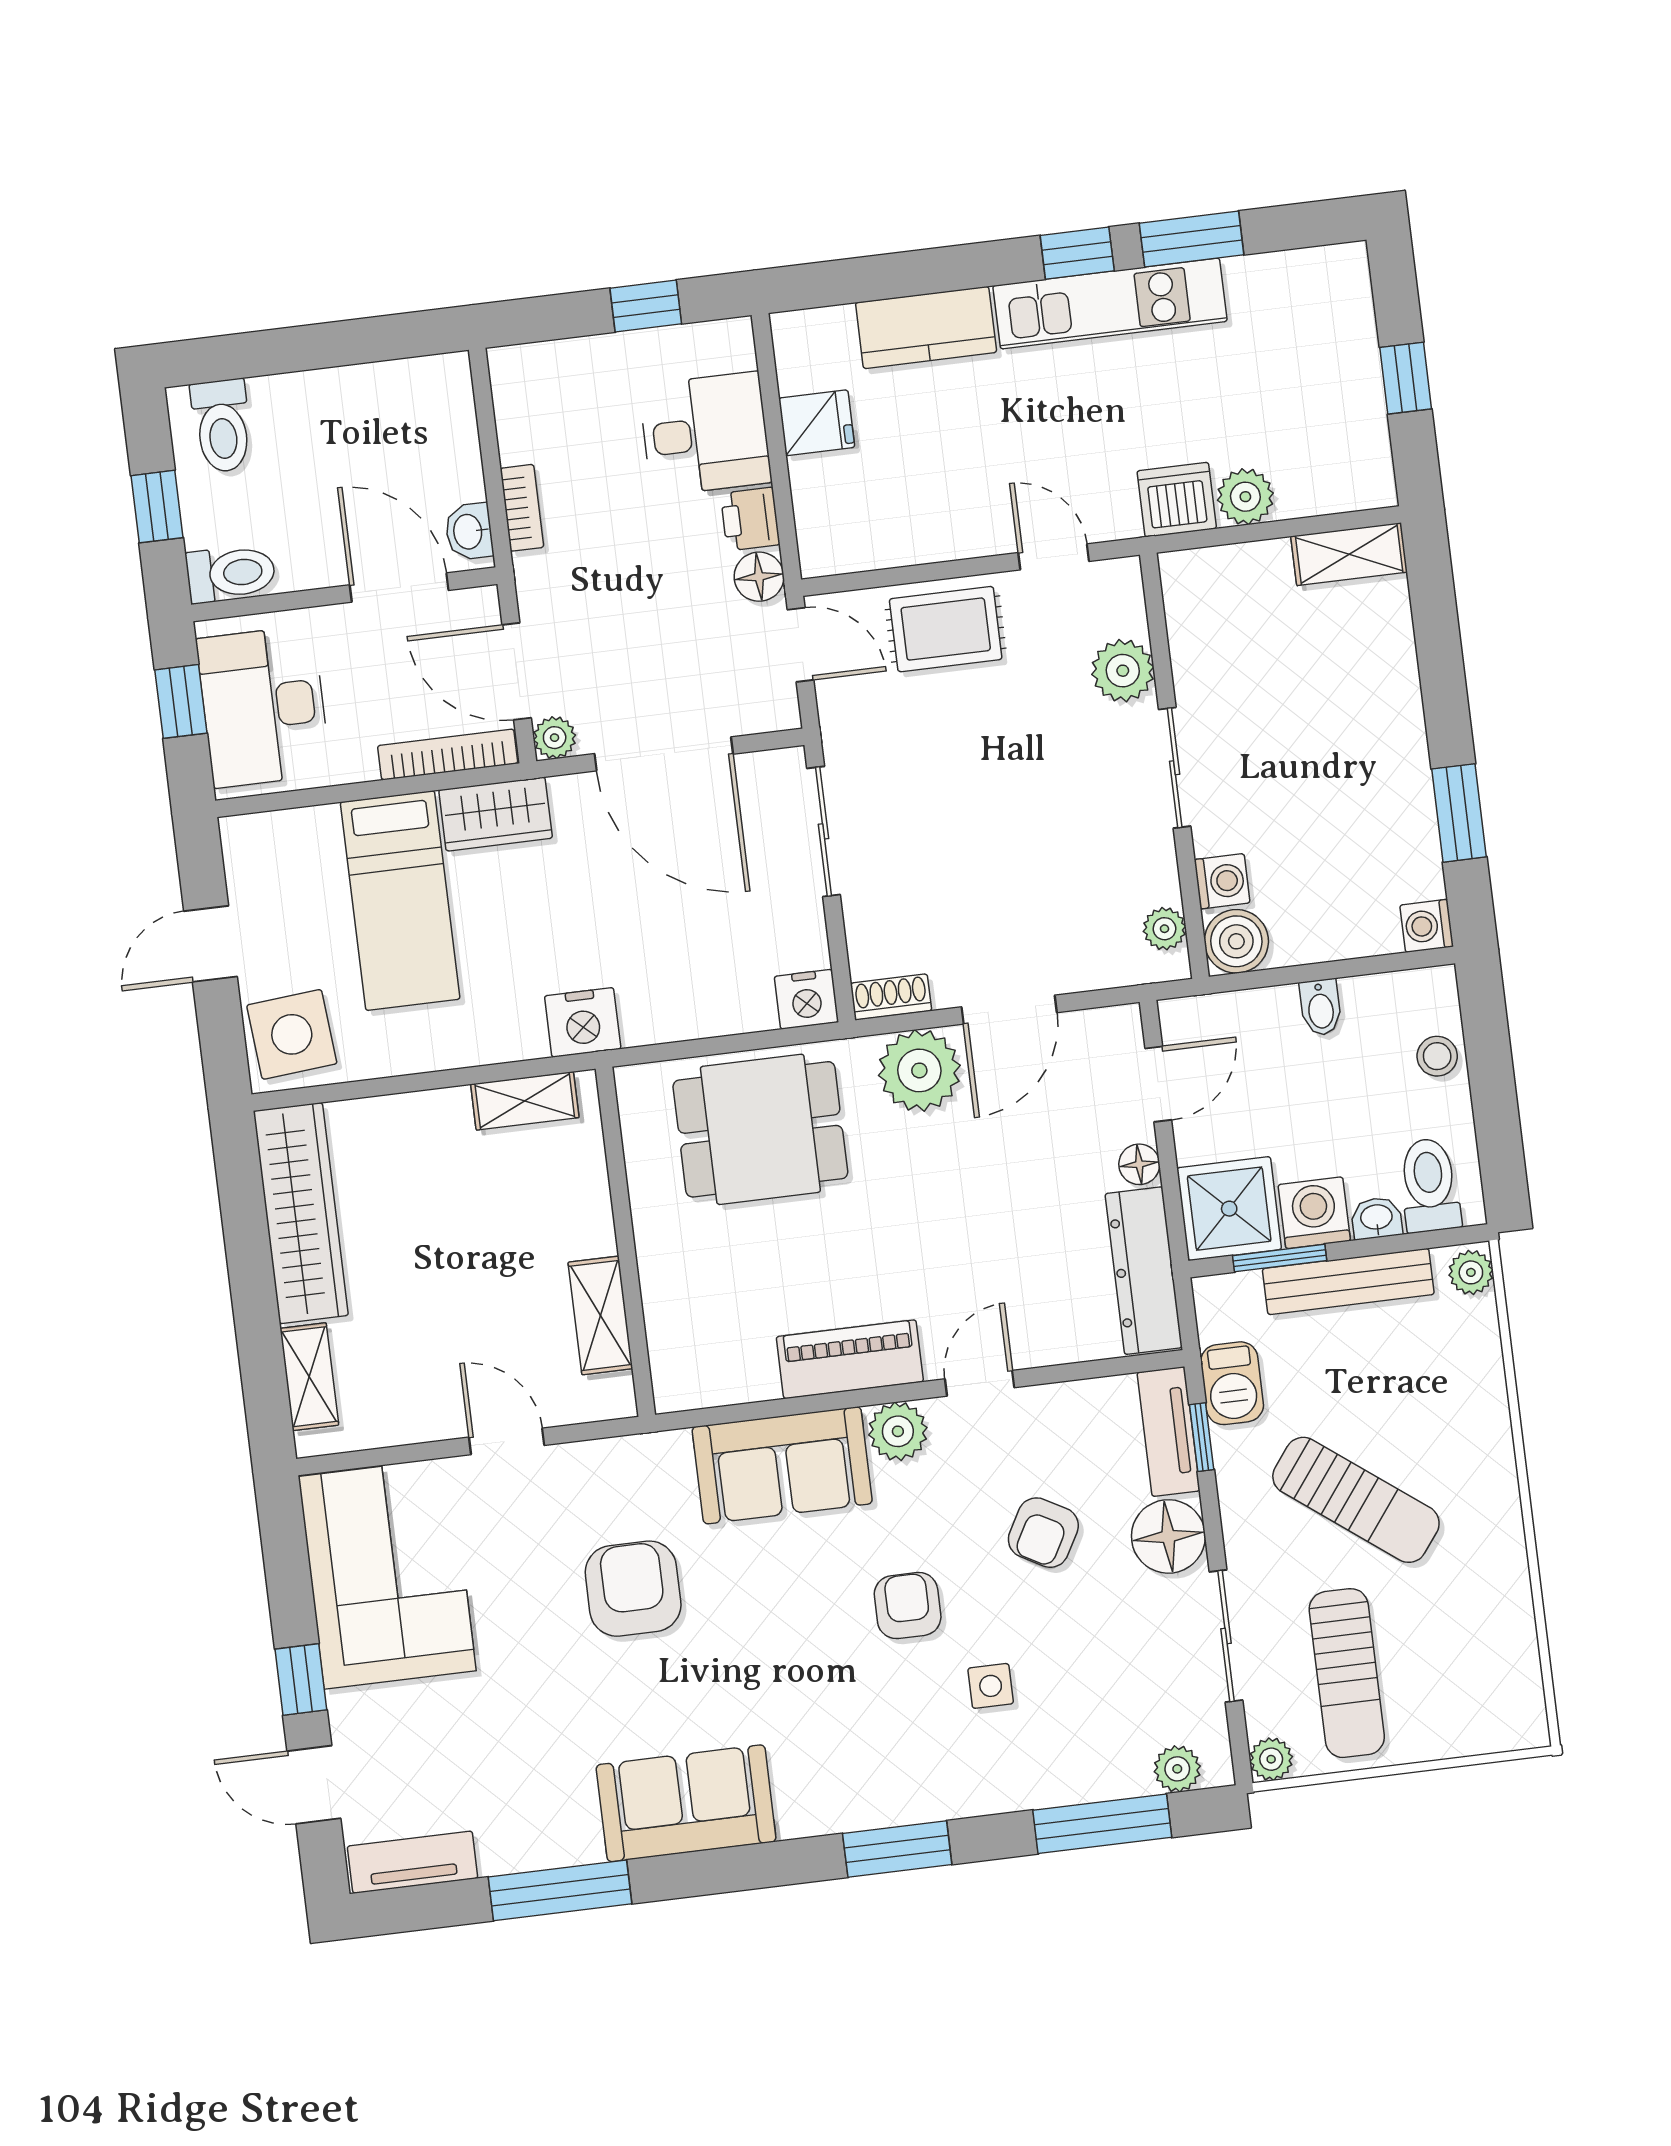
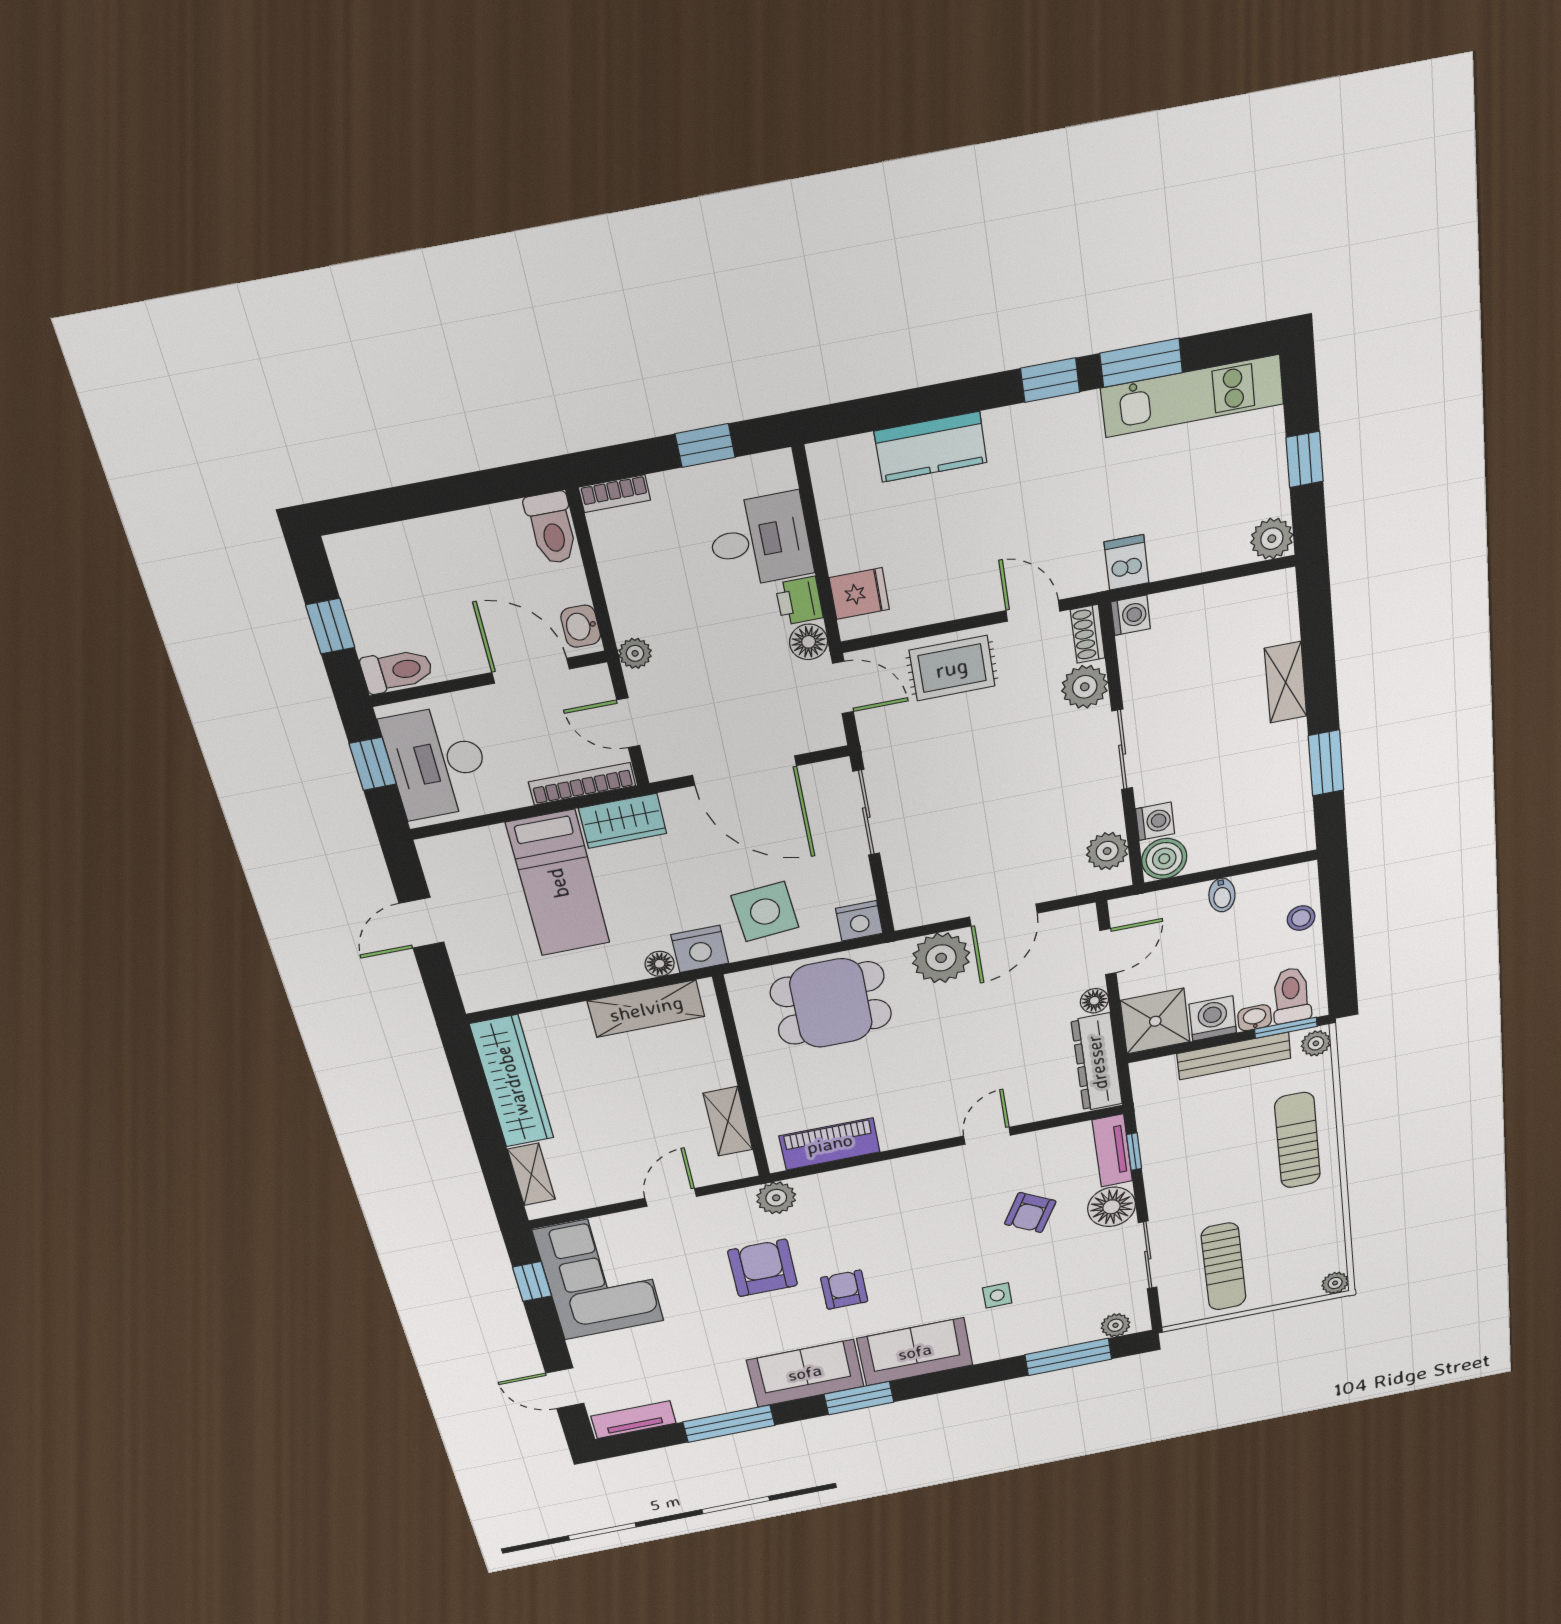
kitchen unit: (1110, 304) -> (1192, 396), moved
fridge: (817, 423) -> (859, 594), moved
toilet: (222, 426) -> (552, 528), moved
plant: (1245, 497) -> (1272, 539), moved
dishwasher: (1177, 500) -> (1127, 562), width x0.73
bookcase: (522, 508) -> (615, 494), moved, turned 90
shelving: (1349, 554) -> (1286, 682), moved, turned 90
door: (517, 671) -> (628, 723), width x0.73
plant: (555, 738) -> (635, 653), moved
washing machine: (1427, 926) -> (1131, 615), moved, turned 180
plant: (1164, 929) -> (1107, 851), width x1.38, depth x1.38
shoe rack: (891, 997) -> (1088, 634), moved, turned -90
side table: (292, 1034) -> (765, 912), moved
floor lamp: (525, 1041) -> (660, 964), added
shelving: (525, 1101) -> (646, 1009), width x1.50, depth x1.33
window: (1280, 1258) -> (1286, 1028), moved
piano: (850, 1359) -> (830, 1144), moved
barbecue: (1232, 1383) -> (1155, 1120), removed
plant: (898, 1431) -> (776, 1198), moved
door: (507, 1441) -> (671, 1197), hinge flipped
sofa: (782, 1465) -> (915, 1352), moved, turned 180
sun lounger: (1356, 1500) -> (1297, 1140), moved, turned -127
armchair: (908, 1606) -> (844, 1290), moved
window: (301, 1679) -> (532, 1282), moved
plant: (1271, 1759) -> (1335, 1283), moved
window: (897, 1849) -> (859, 1398), moved

